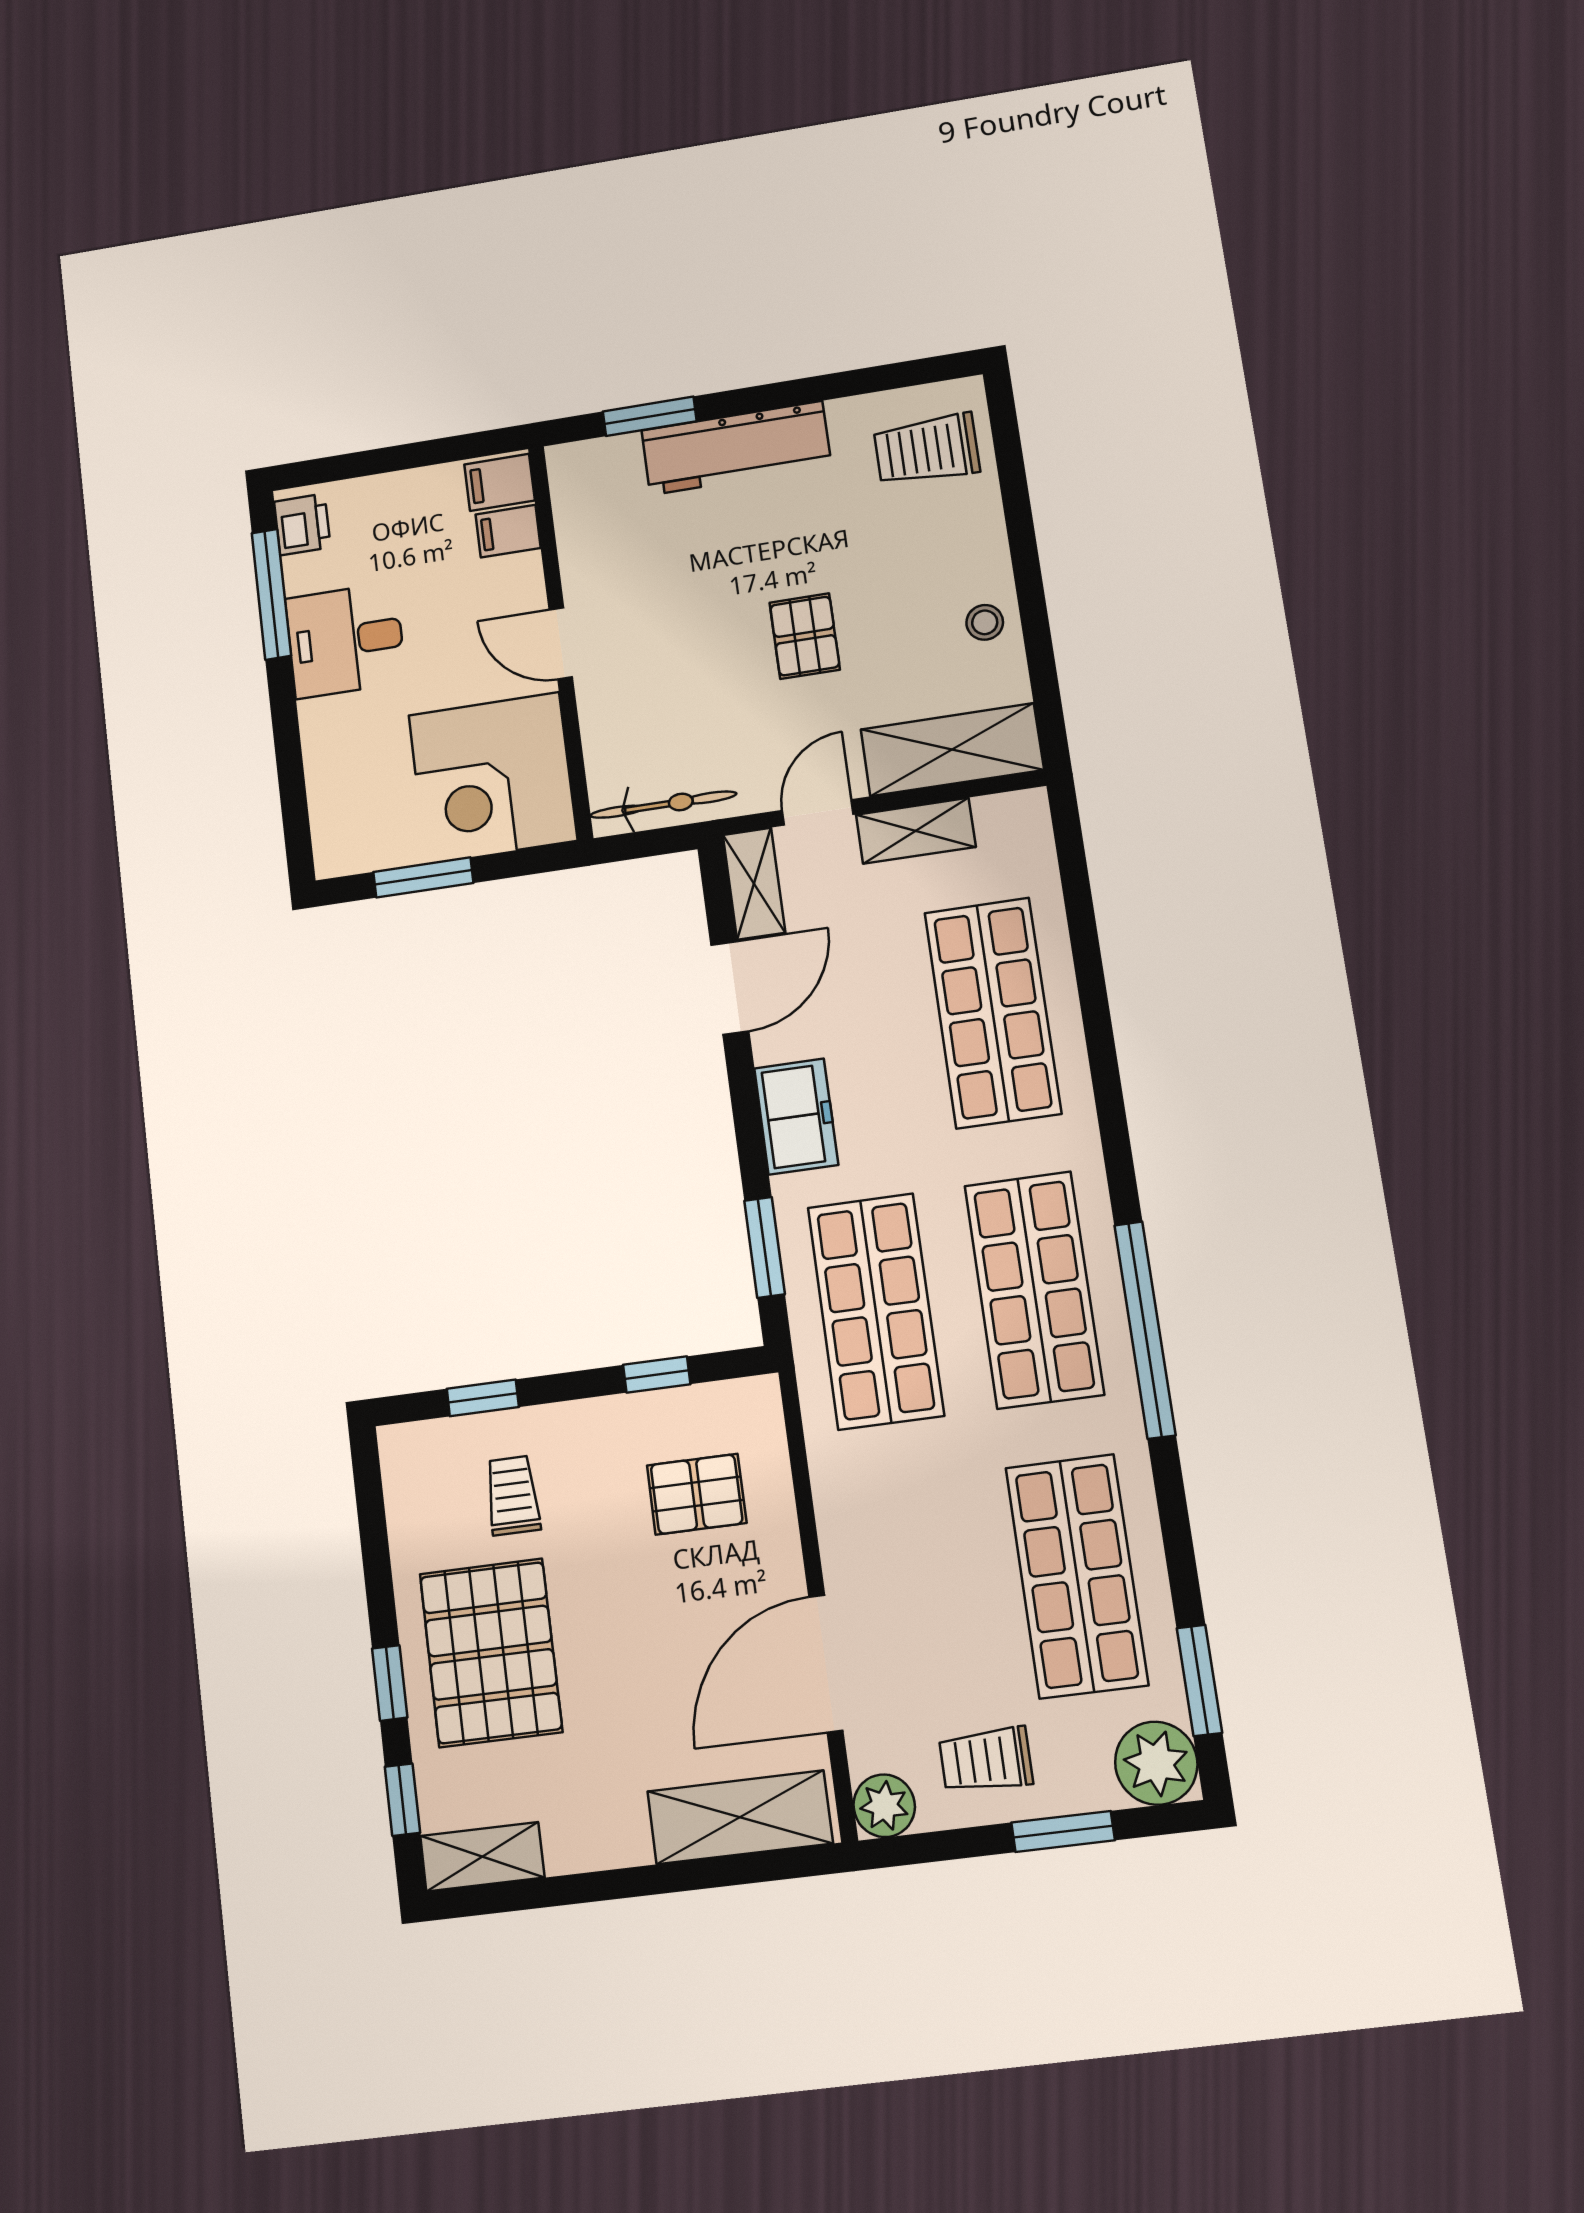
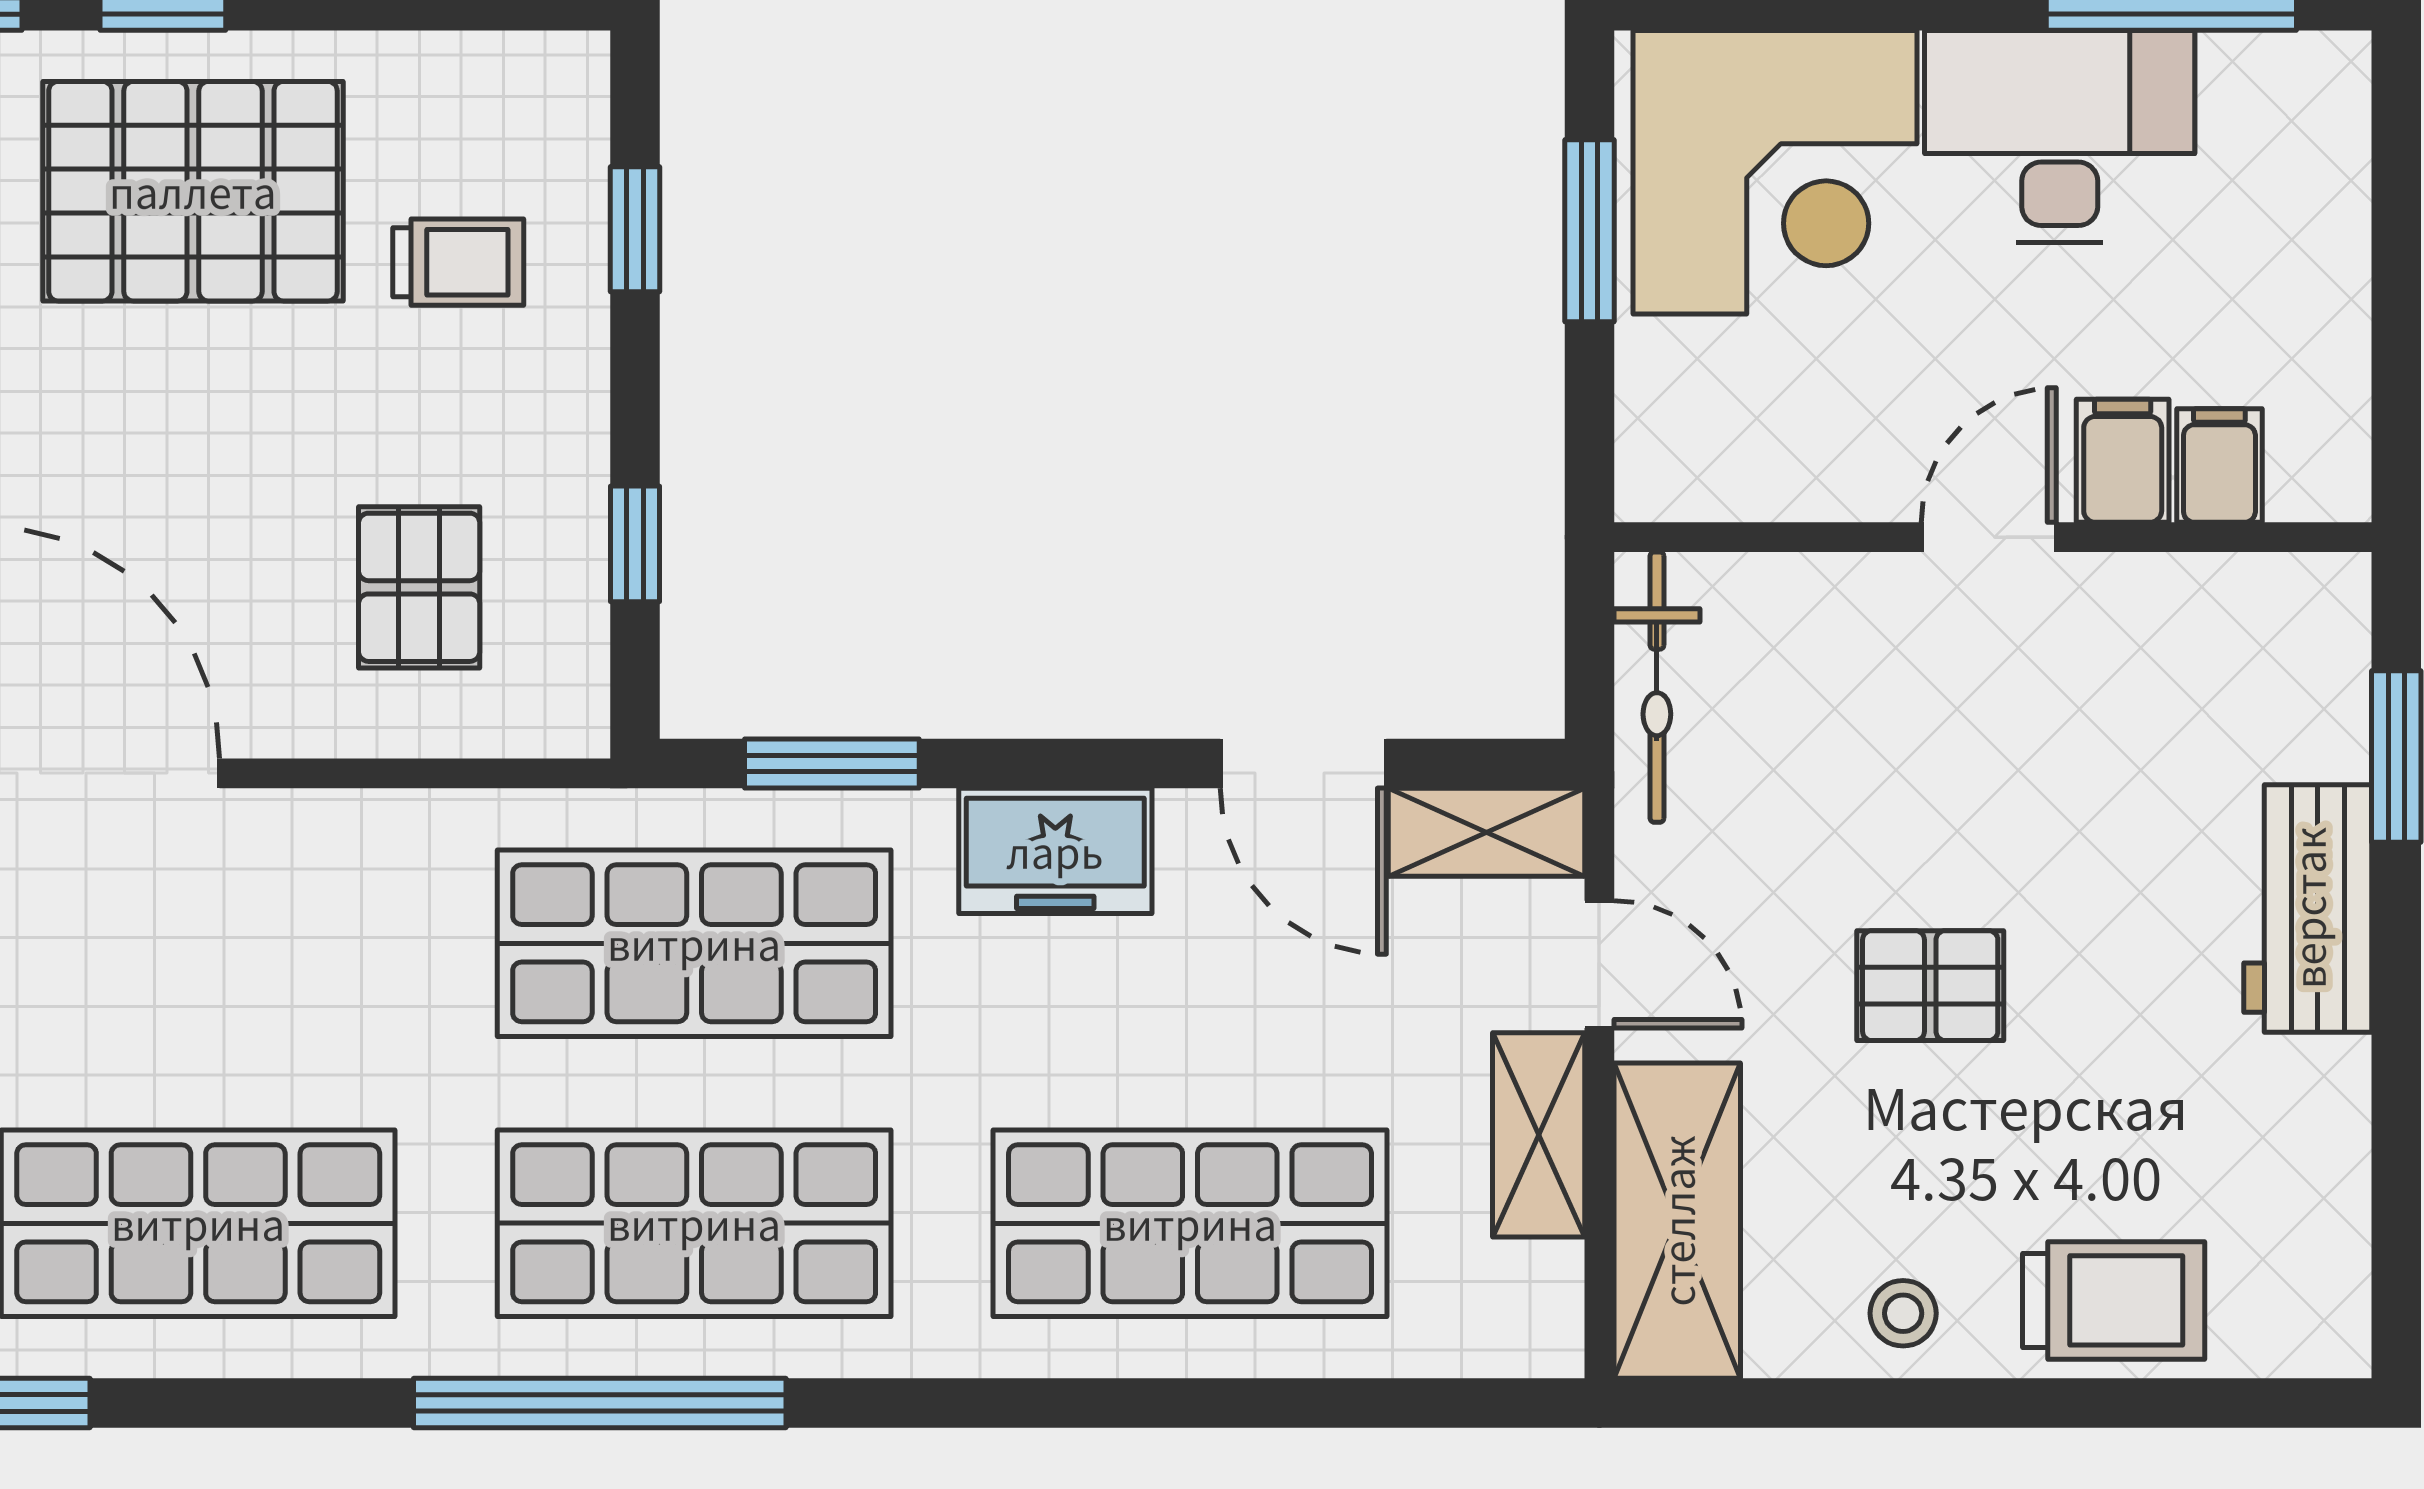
workbench: (736, 448) -> (2308, 908), width x0.73
trolley: (927, 449) -> (2114, 1300), moved, turned 90
filing cabinet: (500, 482) -> (2123, 461), moved
printer: (302, 524) -> (2297, 79), removed
desk: (346, 640) -> (2060, 137), width x1.37
corner desk: (493, 778) -> (1775, 172), moved, turned 180

